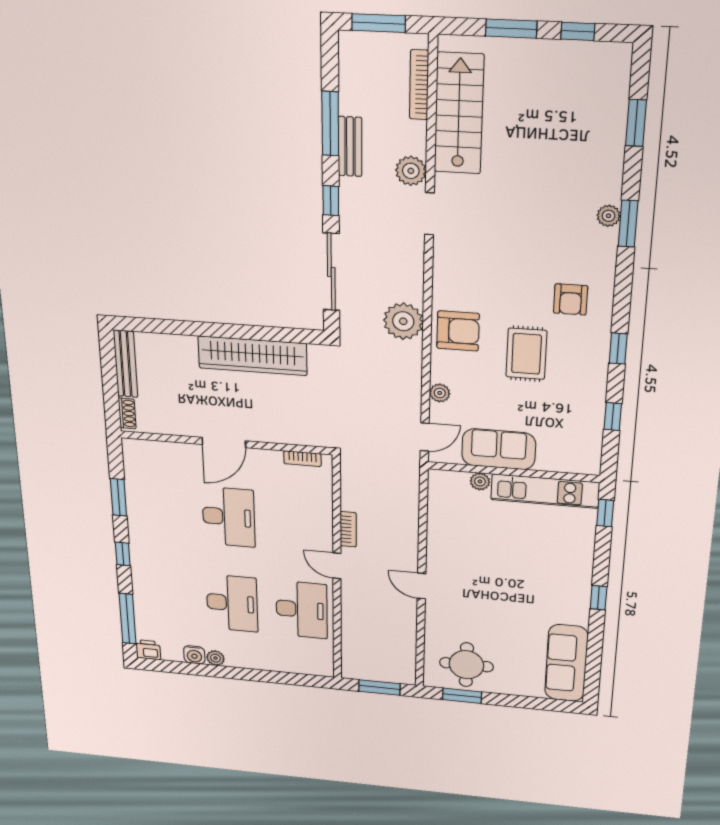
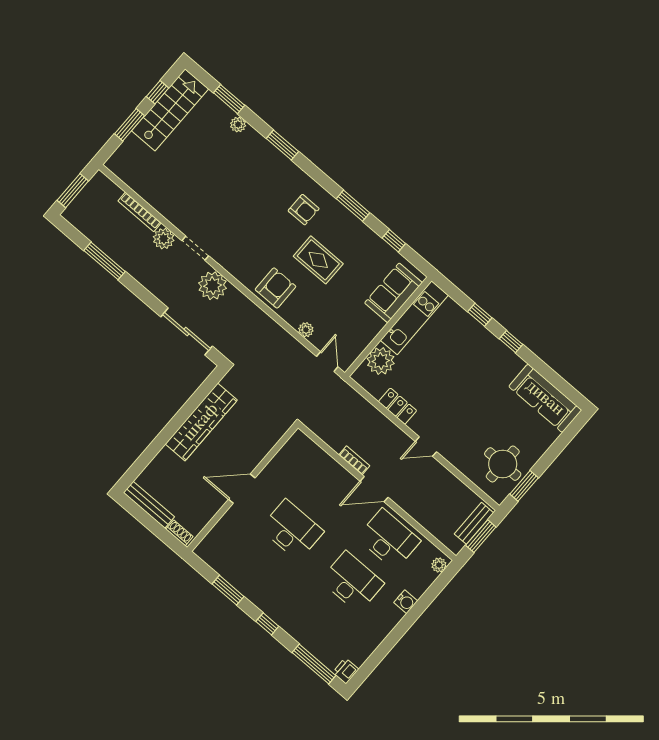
bookcase: (419, 85) -> (140, 212), moved
stairs: (459, 114) -> (170, 110), moved, turned 90
bench: (350, 147) -> (474, 523), moved, turned 90
window: (331, 201) -> (146, 297), removed
plant: (609, 216) -> (238, 124), moved
plant: (403, 321) -> (213, 286), moved
window: (618, 349) -> (353, 206), width x1.50
door: (224, 443) -> (242, 489), swing flipped
sofa: (499, 449) -> (393, 293), moved
bookcase: (302, 459) -> (287, 449), removed
plant: (480, 481) -> (381, 361), width x1.88, depth x1.88
window: (605, 513) -> (480, 315), moved
locker: (439, 534) -> (398, 406), added
door: (337, 566) -> (374, 489), width x1.38
water cooler: (194, 655) -> (406, 602), moved
plant: (215, 658) -> (439, 565), moved

